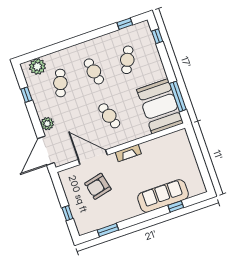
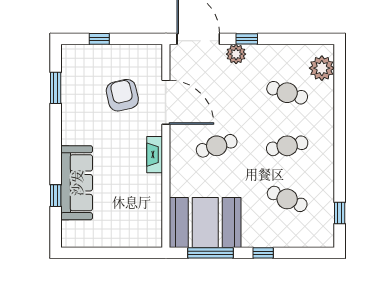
window: (157, 36) -> (263, 253), moved
window: (26, 95) -> (247, 39), moved
door: (93, 157) -> (166, 102), hinge flipped

